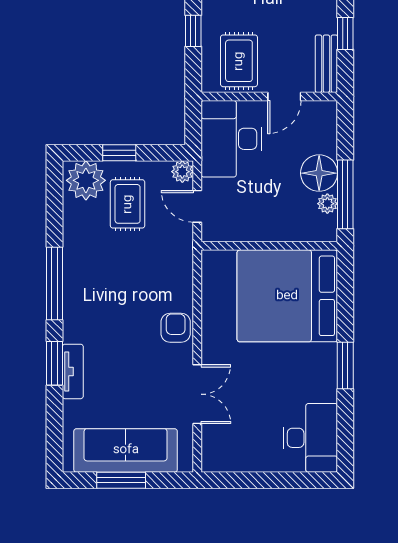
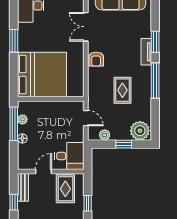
desk: (231, 139) -> (69, 156), width x0.73
plant: (182, 172) -> (105, 135), moved
floor lamp: (319, 173) -> (22, 138), width x0.53, depth x0.53
rug: (128, 204) -> (122, 90), moved
tv unit: (73, 371) -> (146, 52), moved

